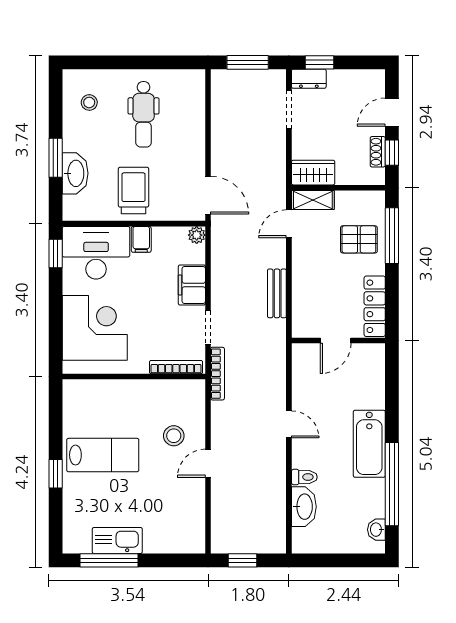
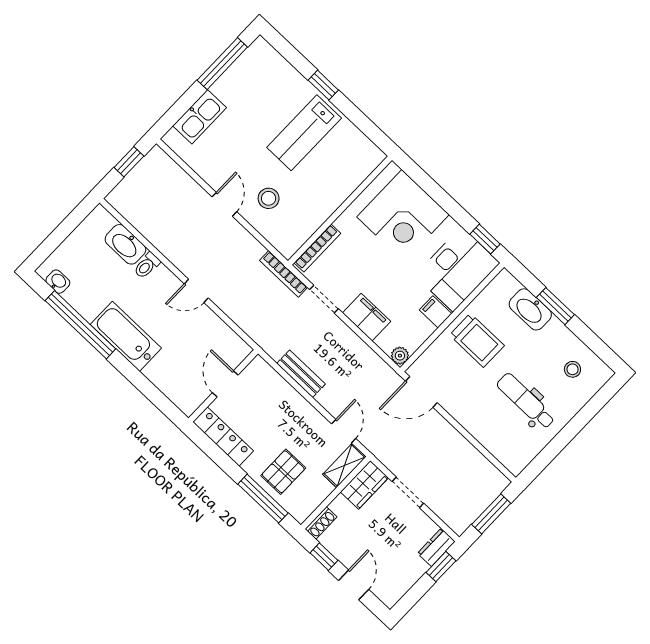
doorway: (289, 109) -> (408, 492), moved
shoe rack: (378, 152) -> (321, 523), moved, turned 90
kitchen sink: (117, 540) -> (200, 117), moved

